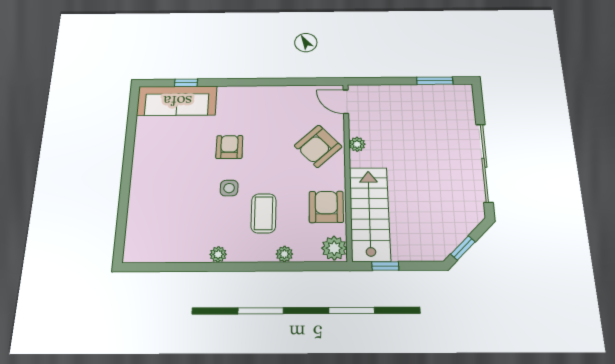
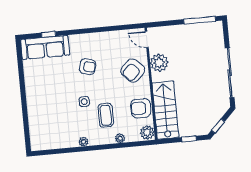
window: (435, 81) -> (200, 20), width x1.44
plant: (357, 144) -> (159, 63), width x1.88, depth x1.88
armchair: (229, 147) -> (88, 67), moved, turned 105
armchair: (326, 207) -> (141, 108), turned -90
window: (385, 266) -> (189, 139), moved

